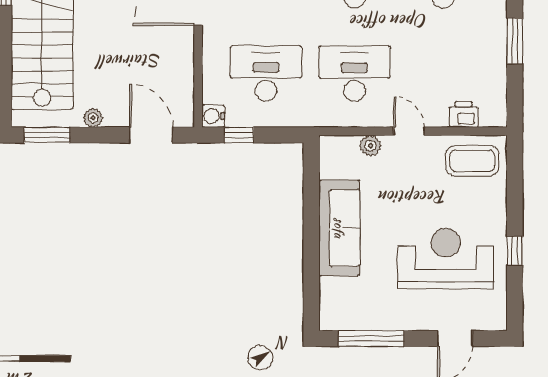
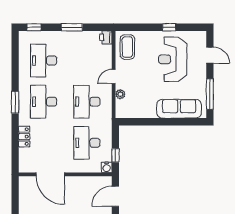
printer: (464, 114) -> (106, 37), moved
sofa: (339, 228) -> (179, 109), moved

